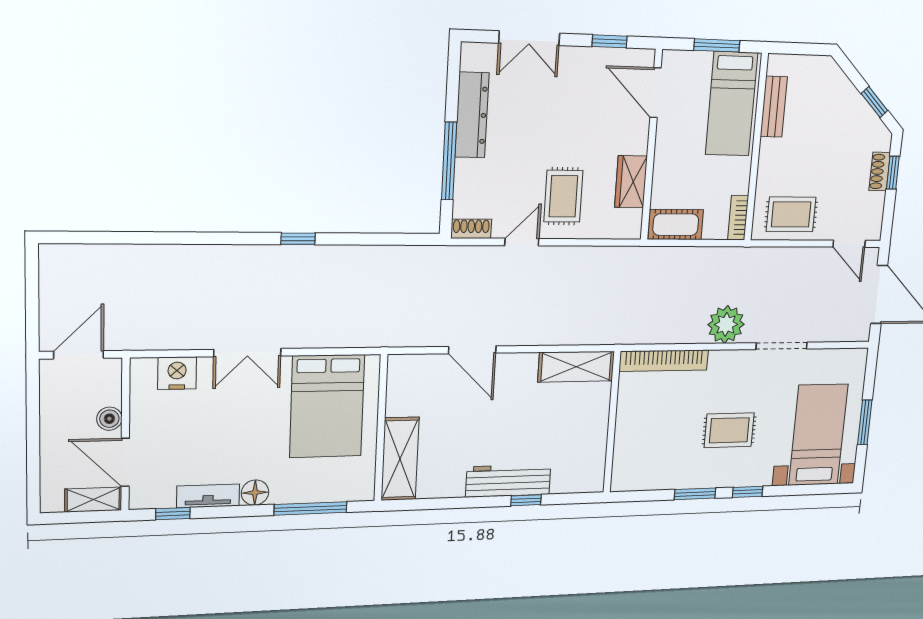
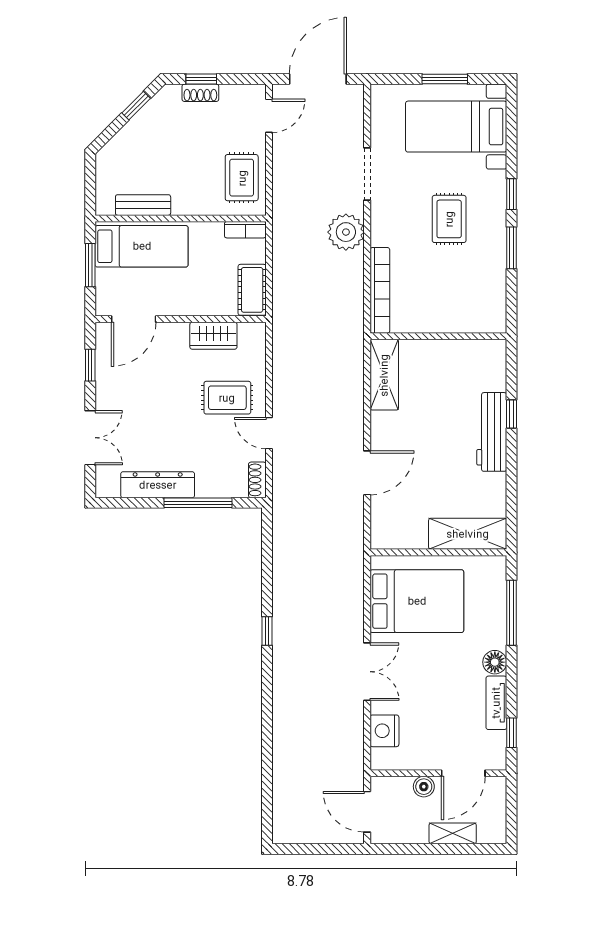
shelving: (93, 500) -> (453, 833), moved, turned 90

